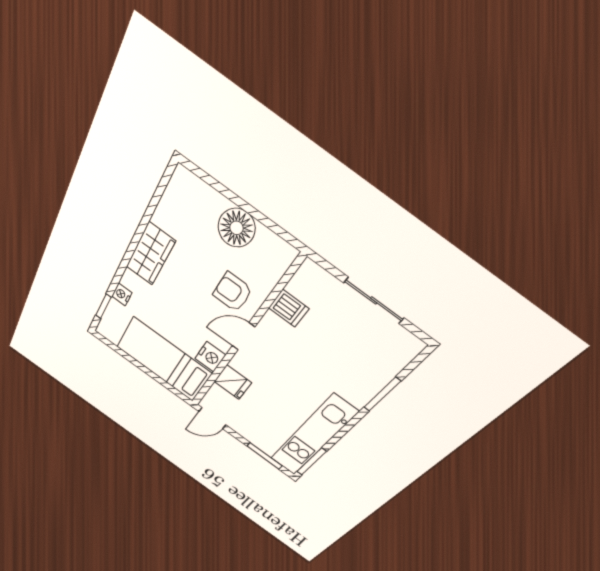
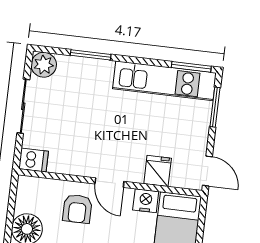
dishwasher: (289, 308) -> (34, 160), moved, turned 90
plant: (405, 347) -> (44, 65), added

